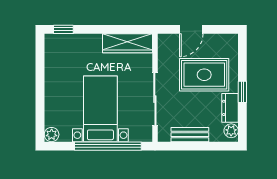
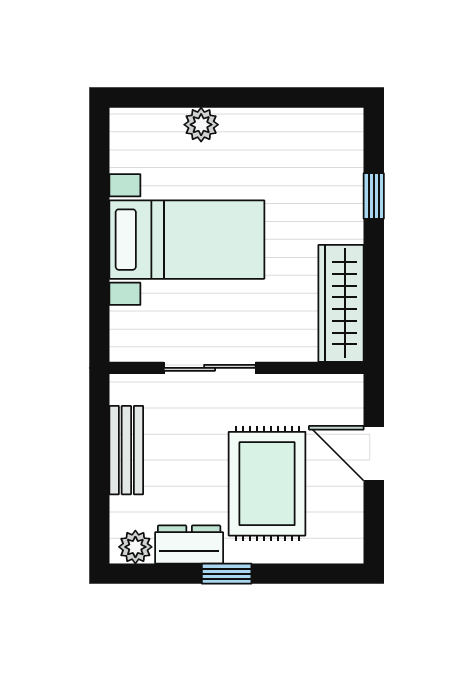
window: (63, 29) -> (374, 196), moved
sliding door: (155, 99) -> (210, 368), width x0.73
plant: (52, 135) -> (201, 125), moved
window: (108, 146) -> (99, 257), removed

